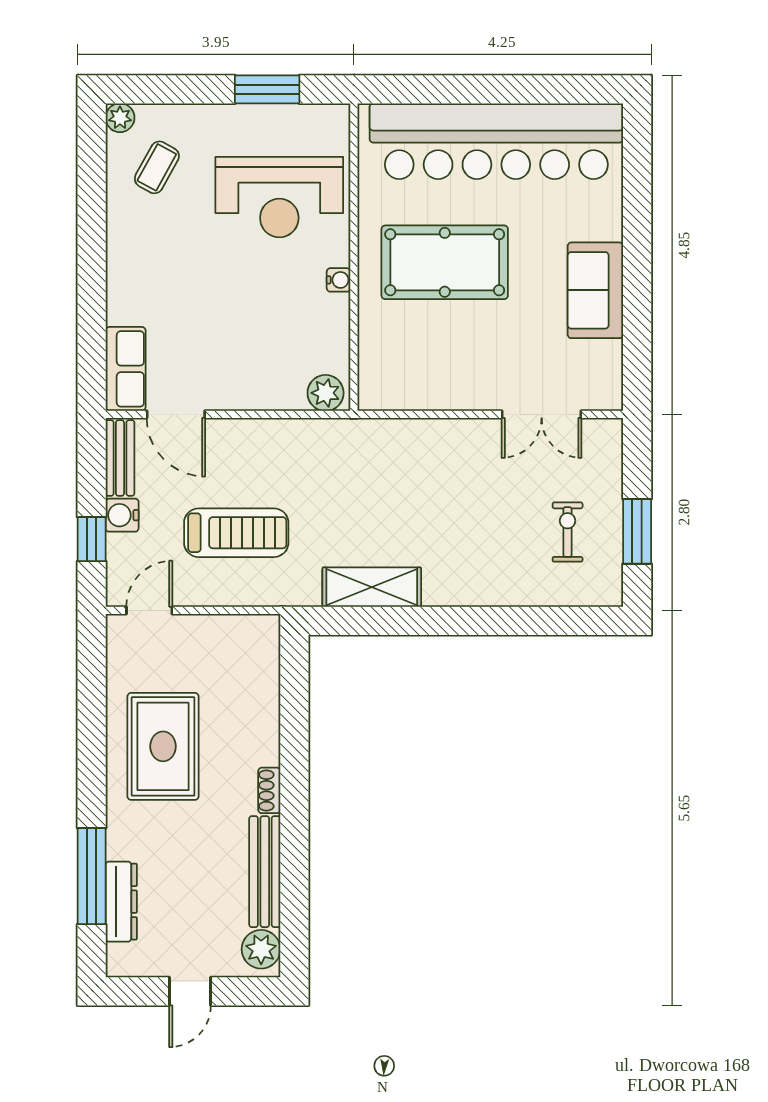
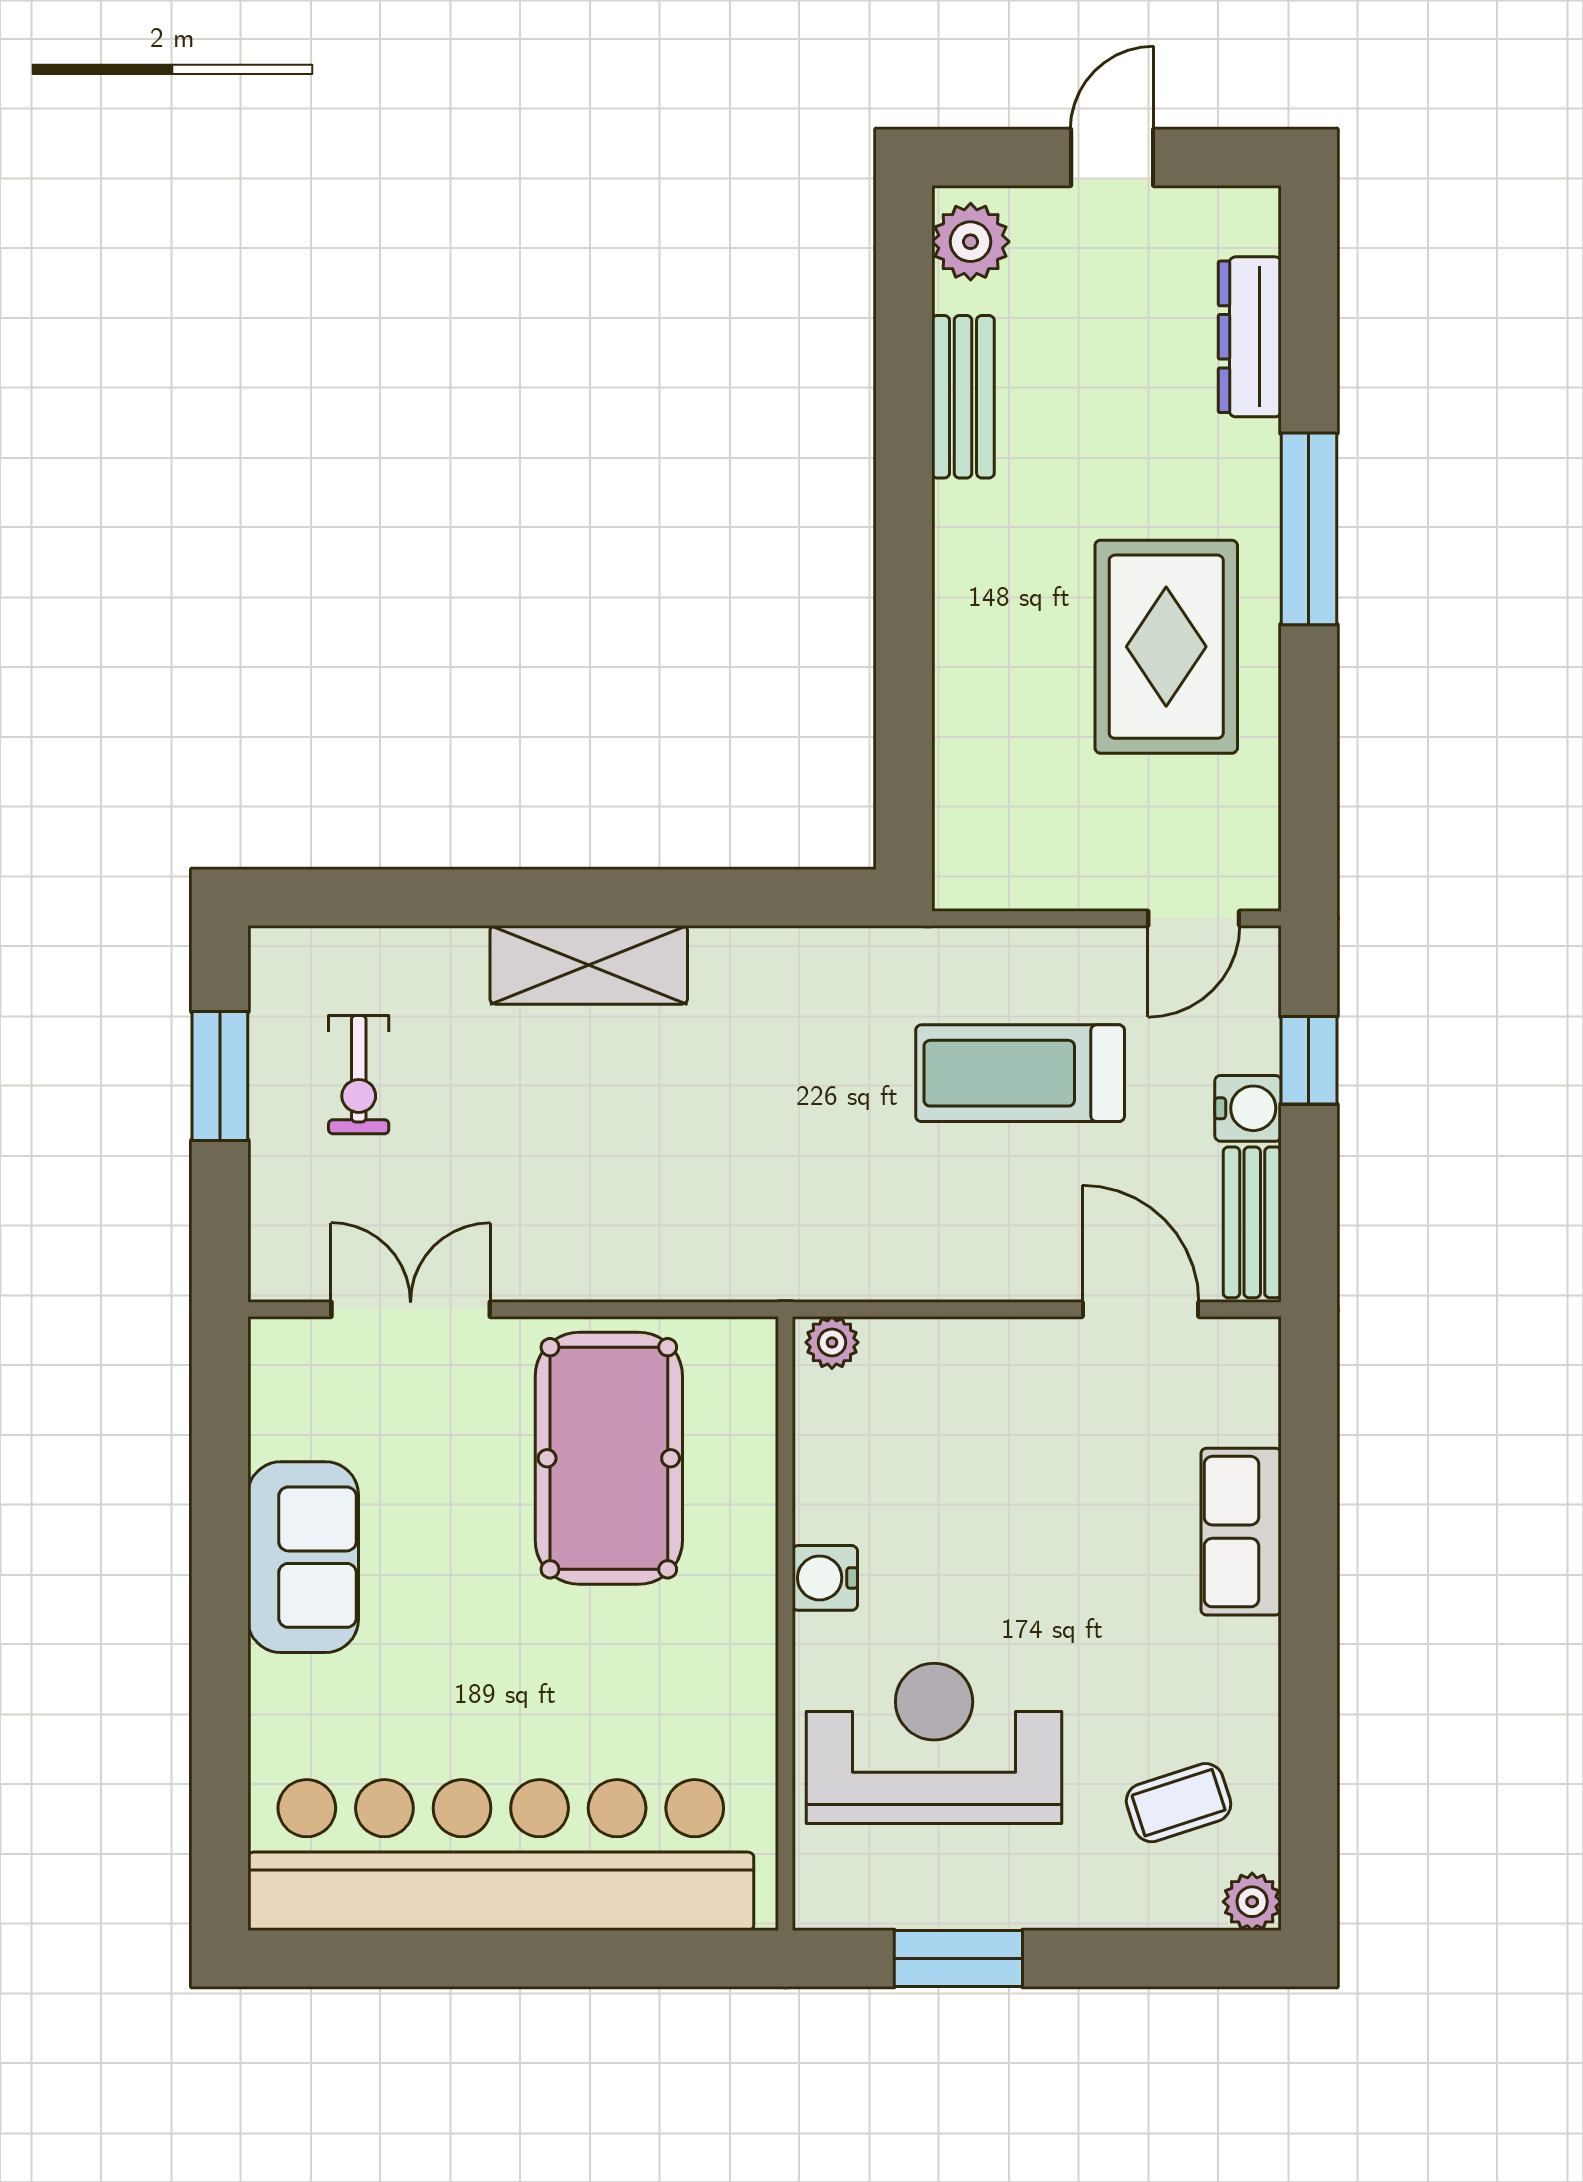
coffee table: (157, 167) -> (1179, 1803), turned 43
pool table: (445, 262) -> (609, 1458), moved, turned 90
water cooler: (339, 280) -> (825, 1578), width x1.38, depth x1.38
row of seats: (126, 369) -> (1241, 1532), moved
plant: (326, 393) -> (832, 1342), width x0.73, depth x0.73
shelving: (372, 587) -> (589, 965), moved
shoe rack: (269, 790) -> (954, 559), removed
bench: (265, 872) -> (963, 397), width x0.73
window: (92, 876) -> (1309, 529), moved

